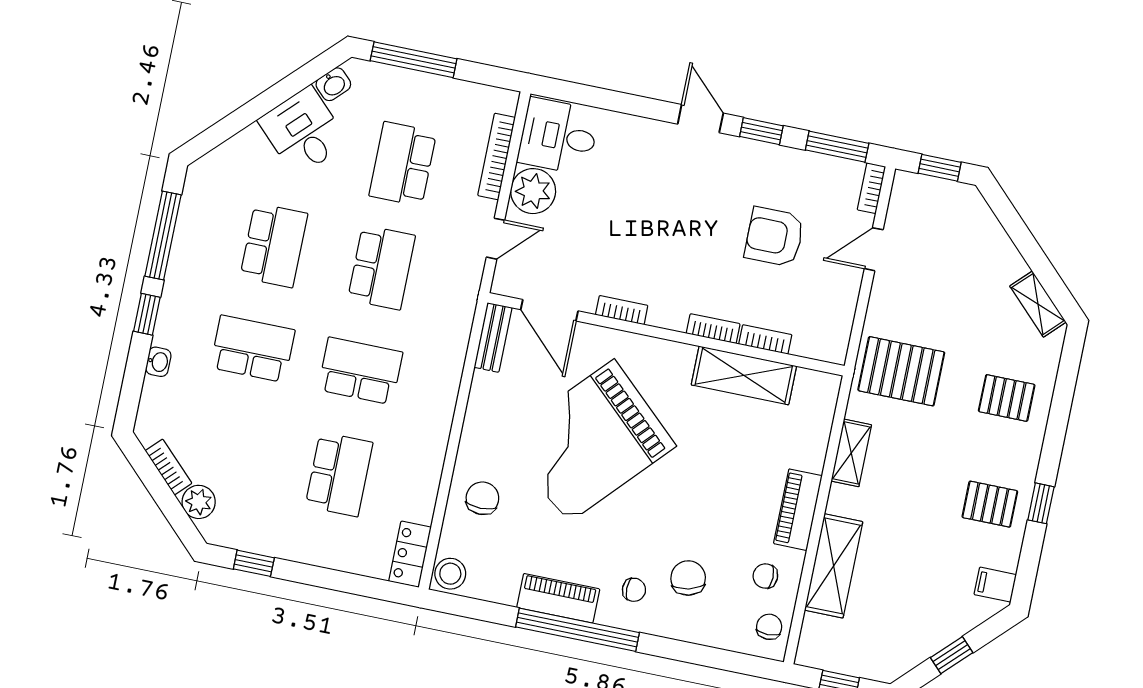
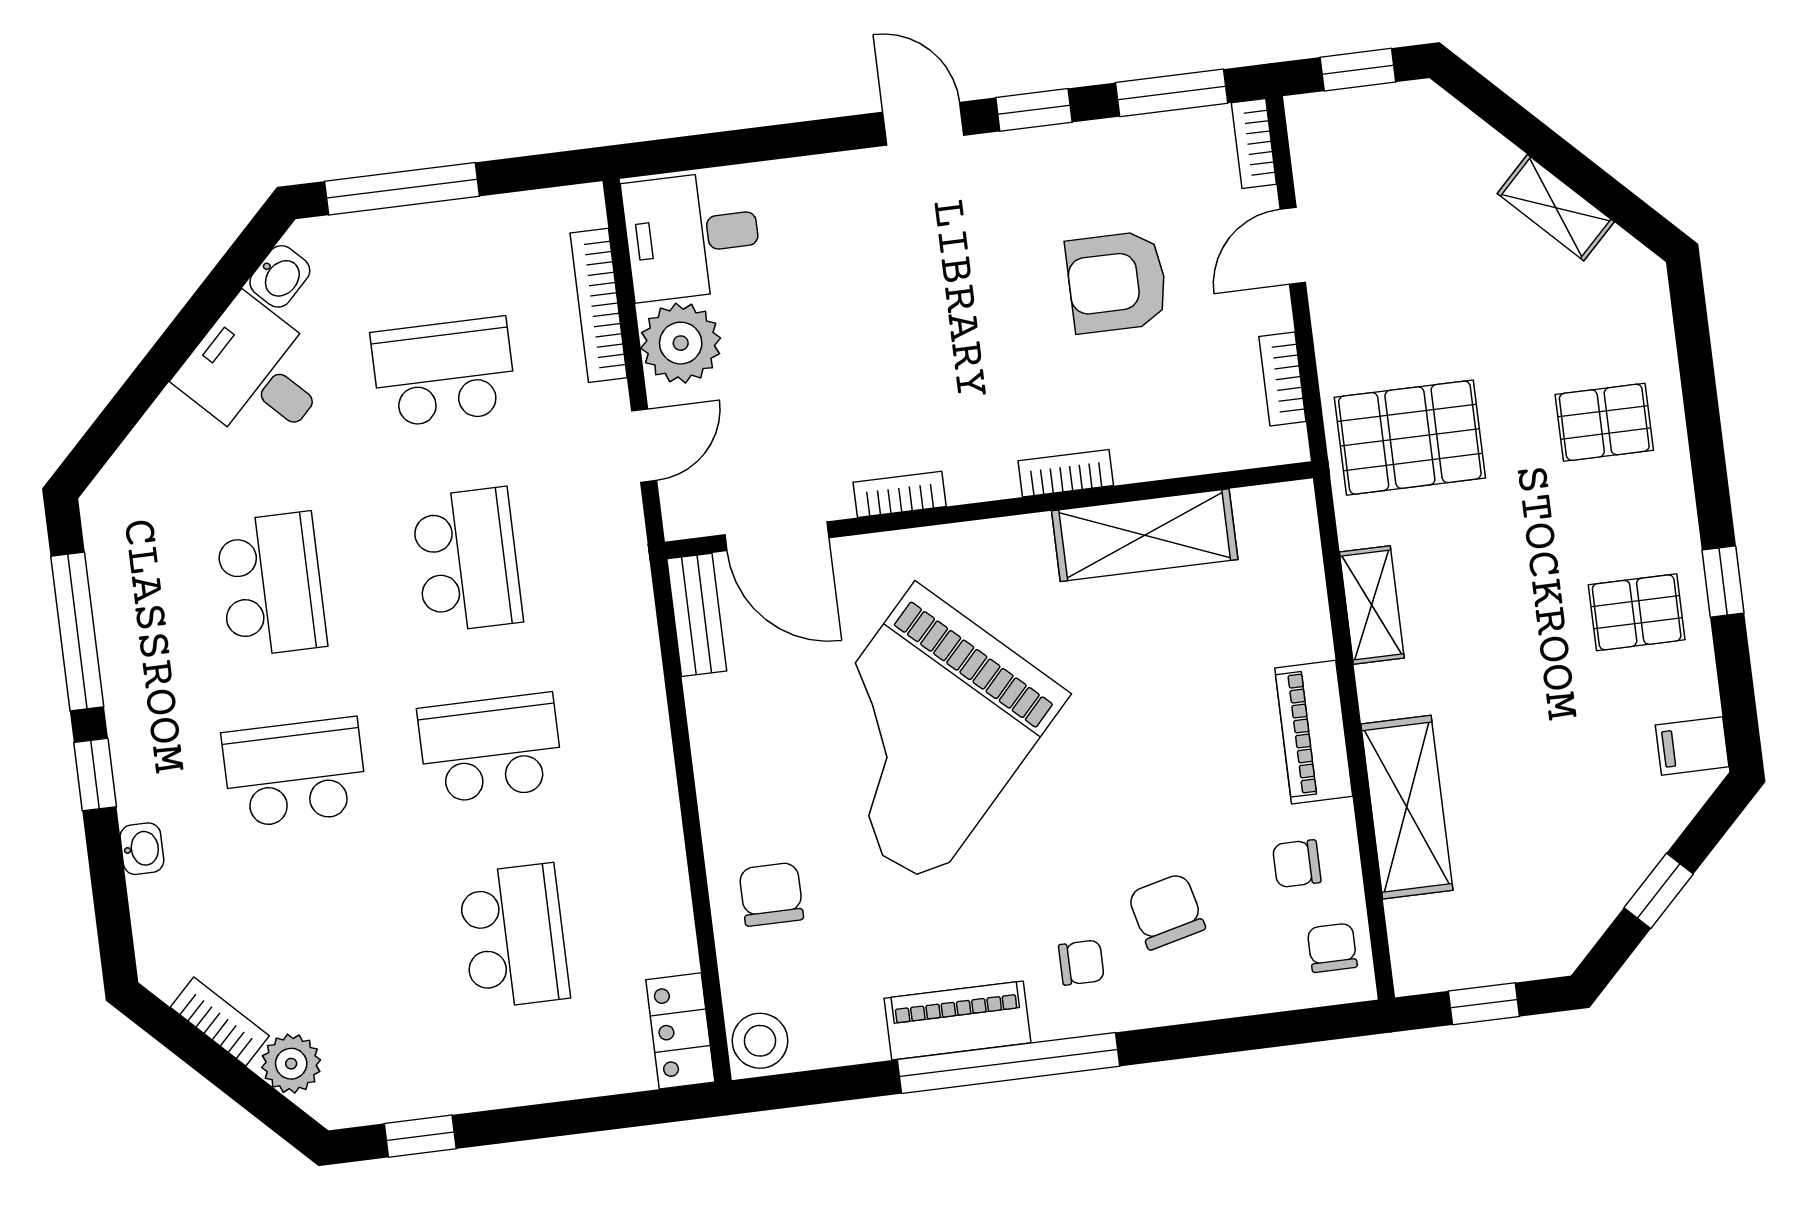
school desk: (403, 164) -> (444, 372), turned 90
shelving: (1038, 304) -> (1556, 208), moved
bookcase: (765, 339) -> (1282, 379), moved, turned -90

